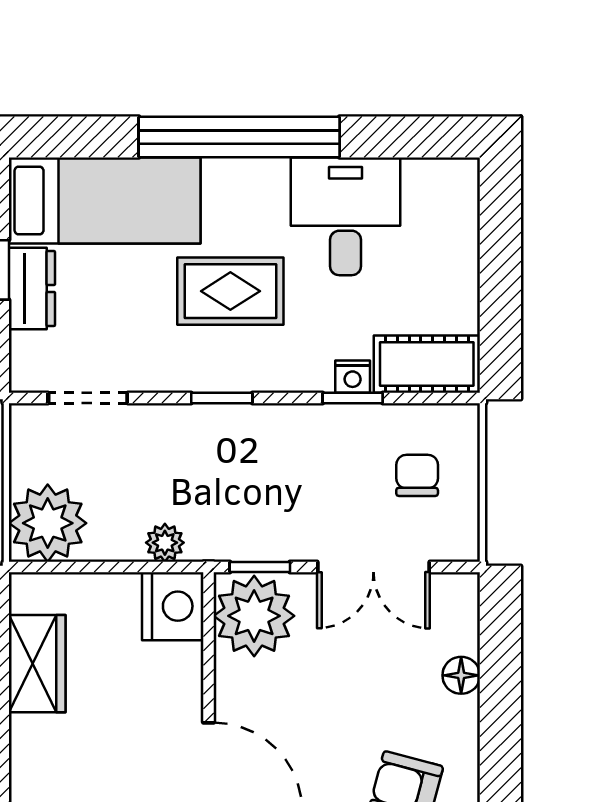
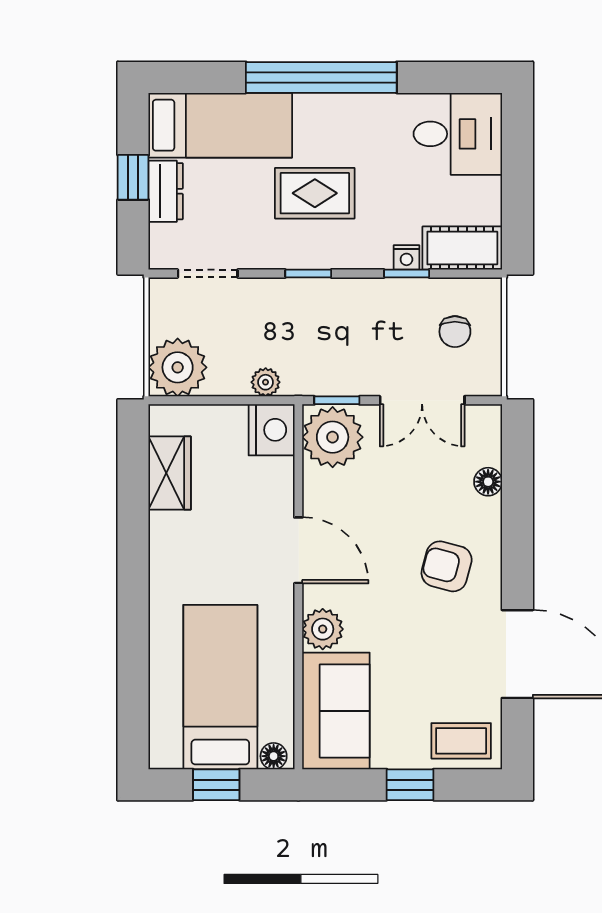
desk: (345, 216) -> (458, 134), moved, turned 90
chair: (417, 475) -> (455, 332), turned 180

